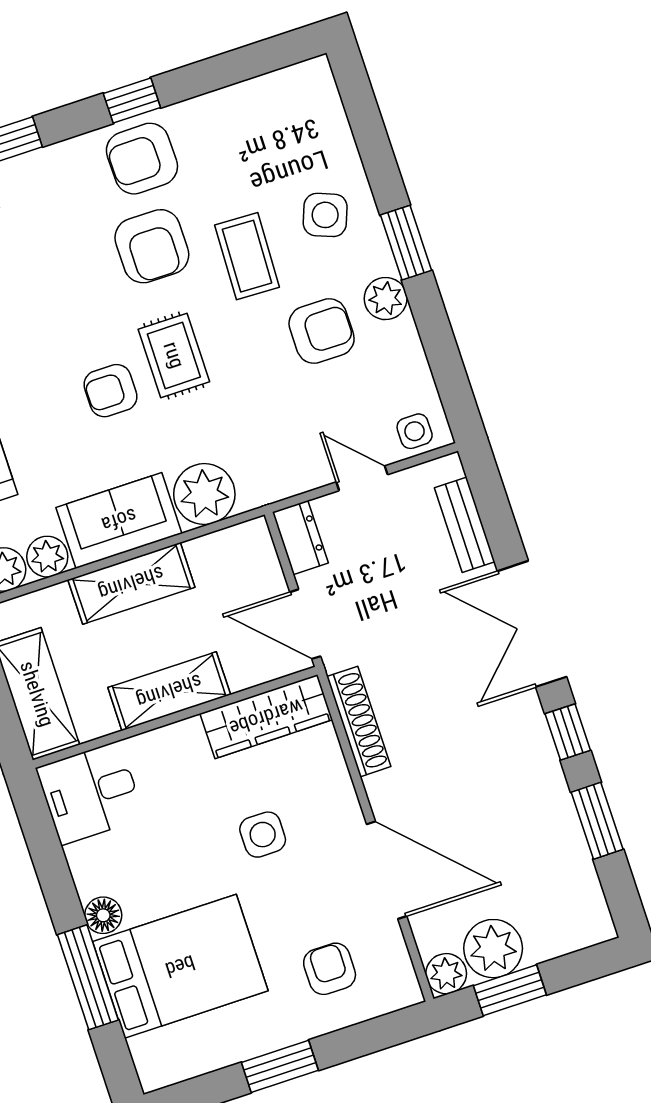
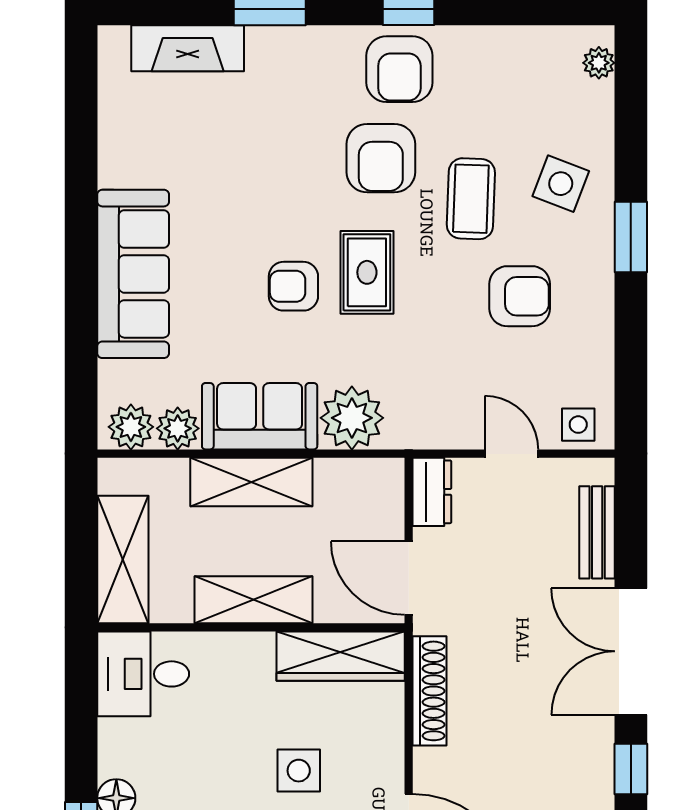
armchair: (142, 159) -> (399, 69), turned -89
plant: (386, 299) -> (599, 63), moved, width x0.73, depth x0.73

